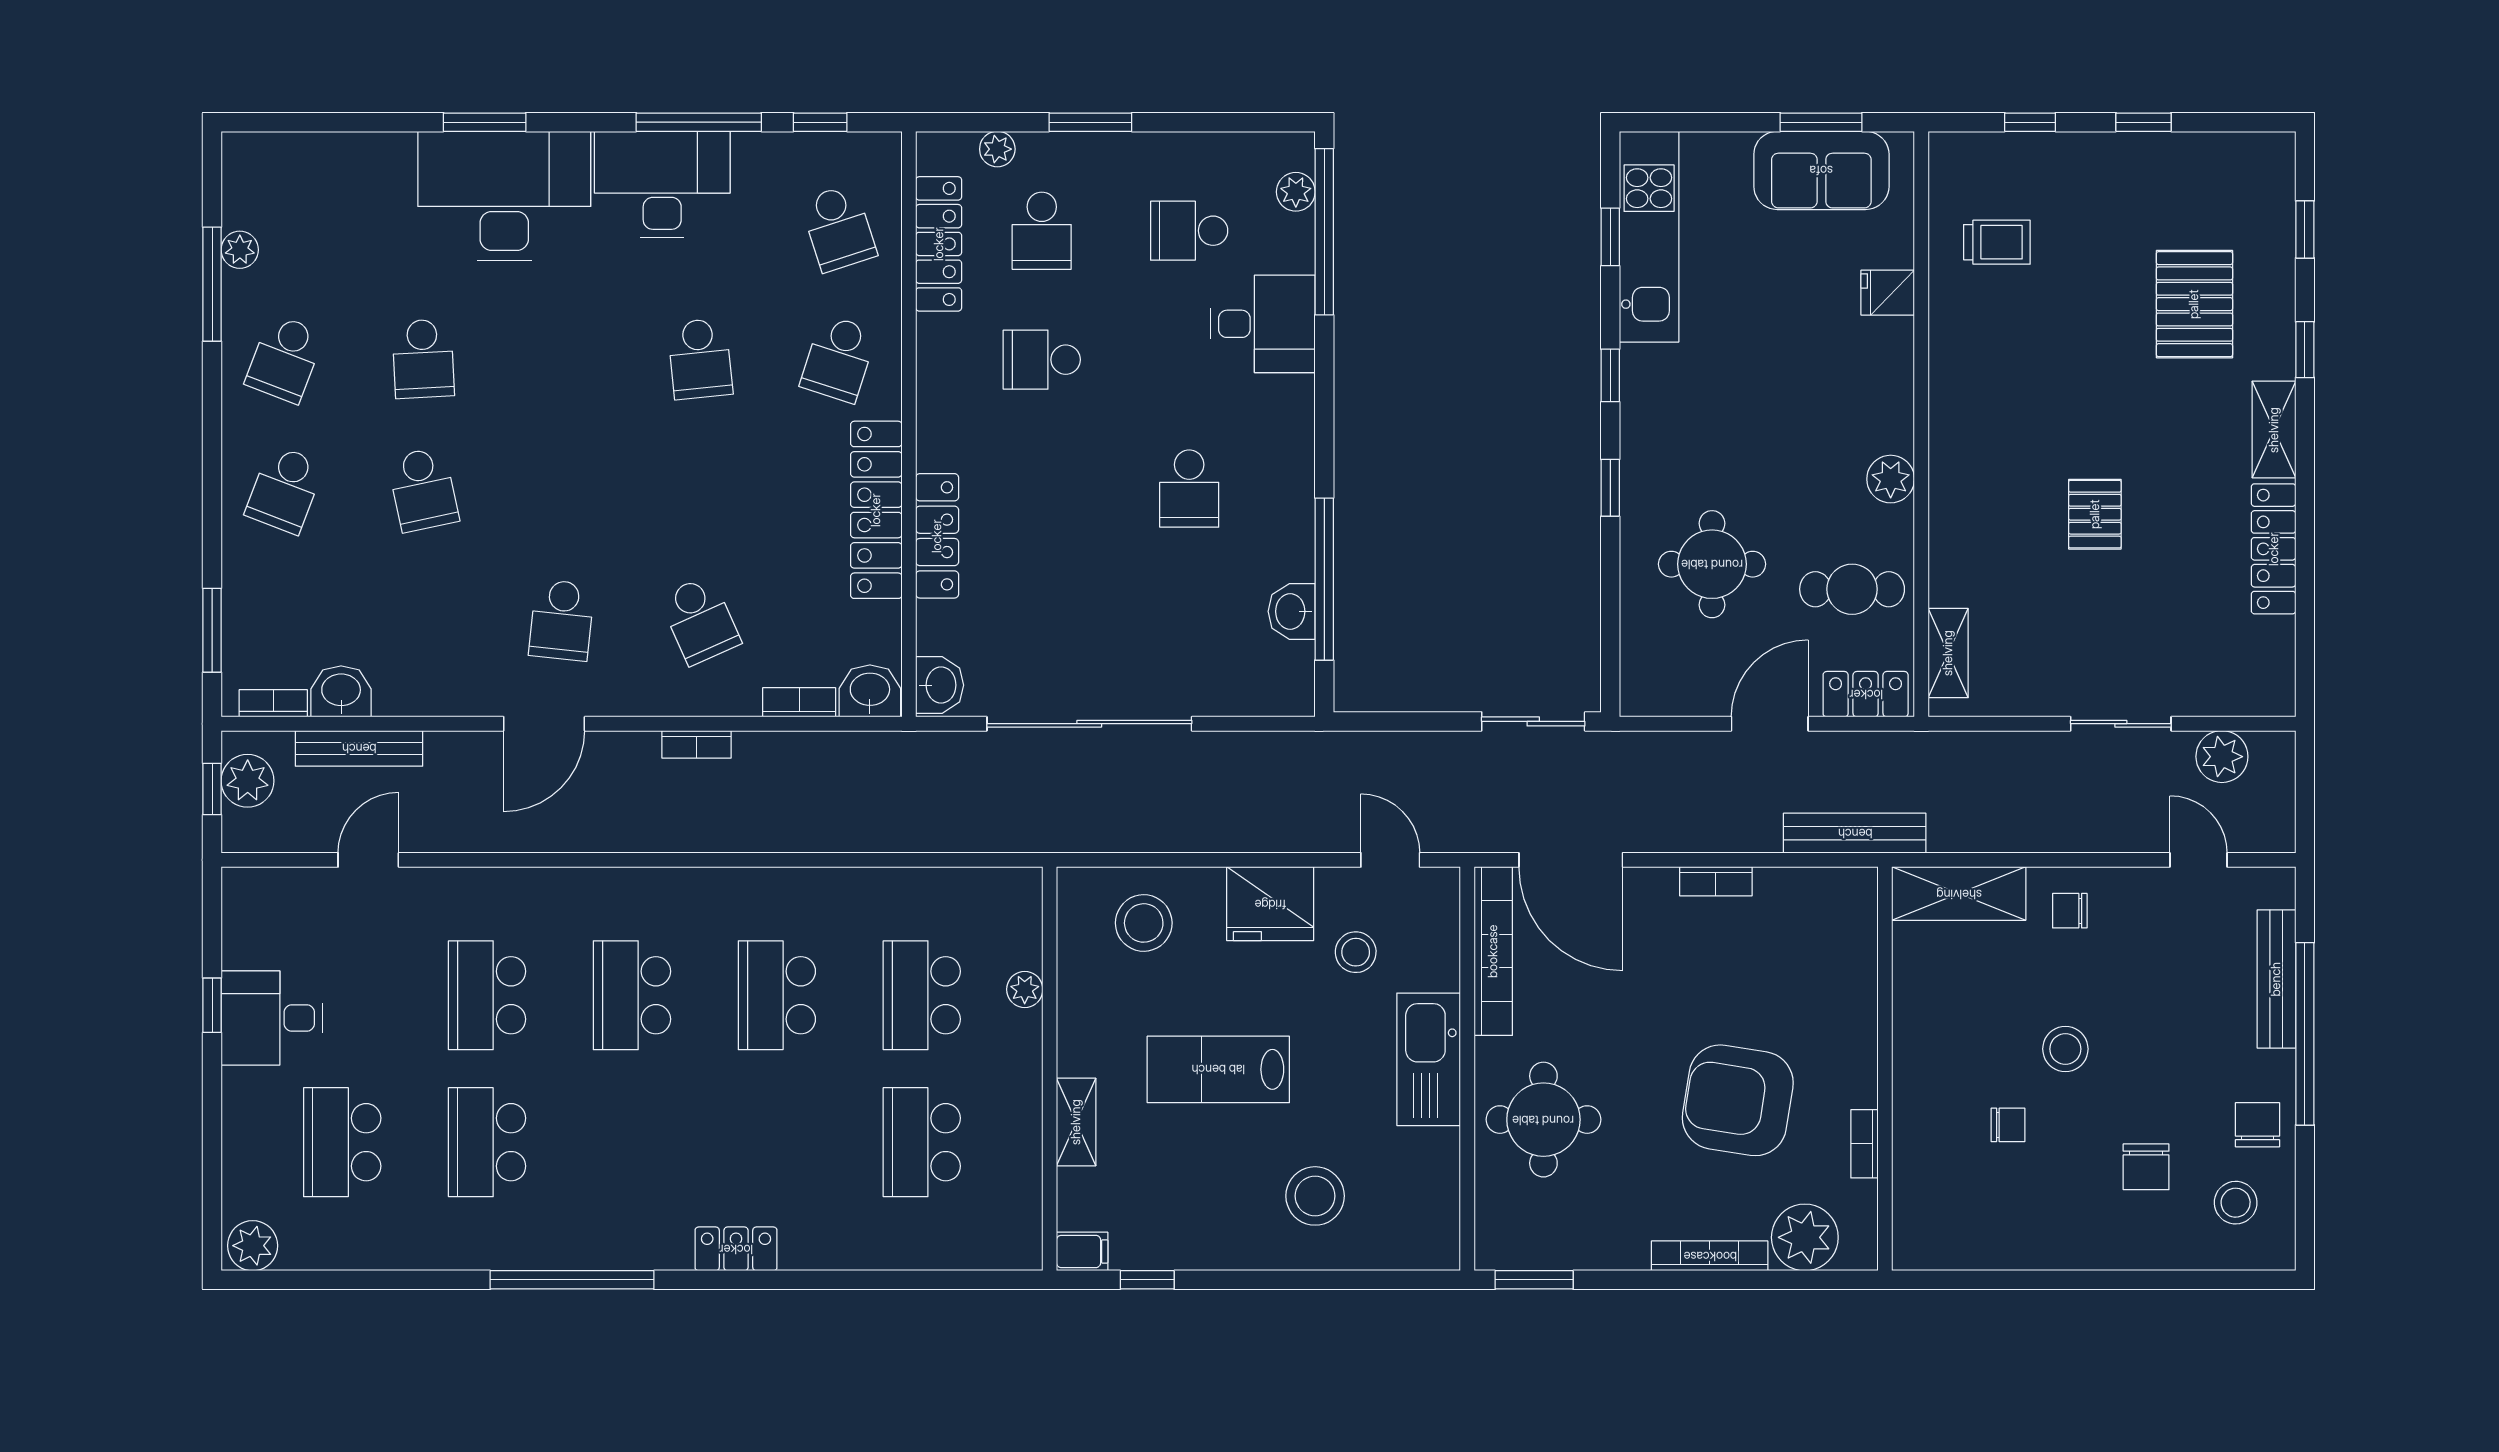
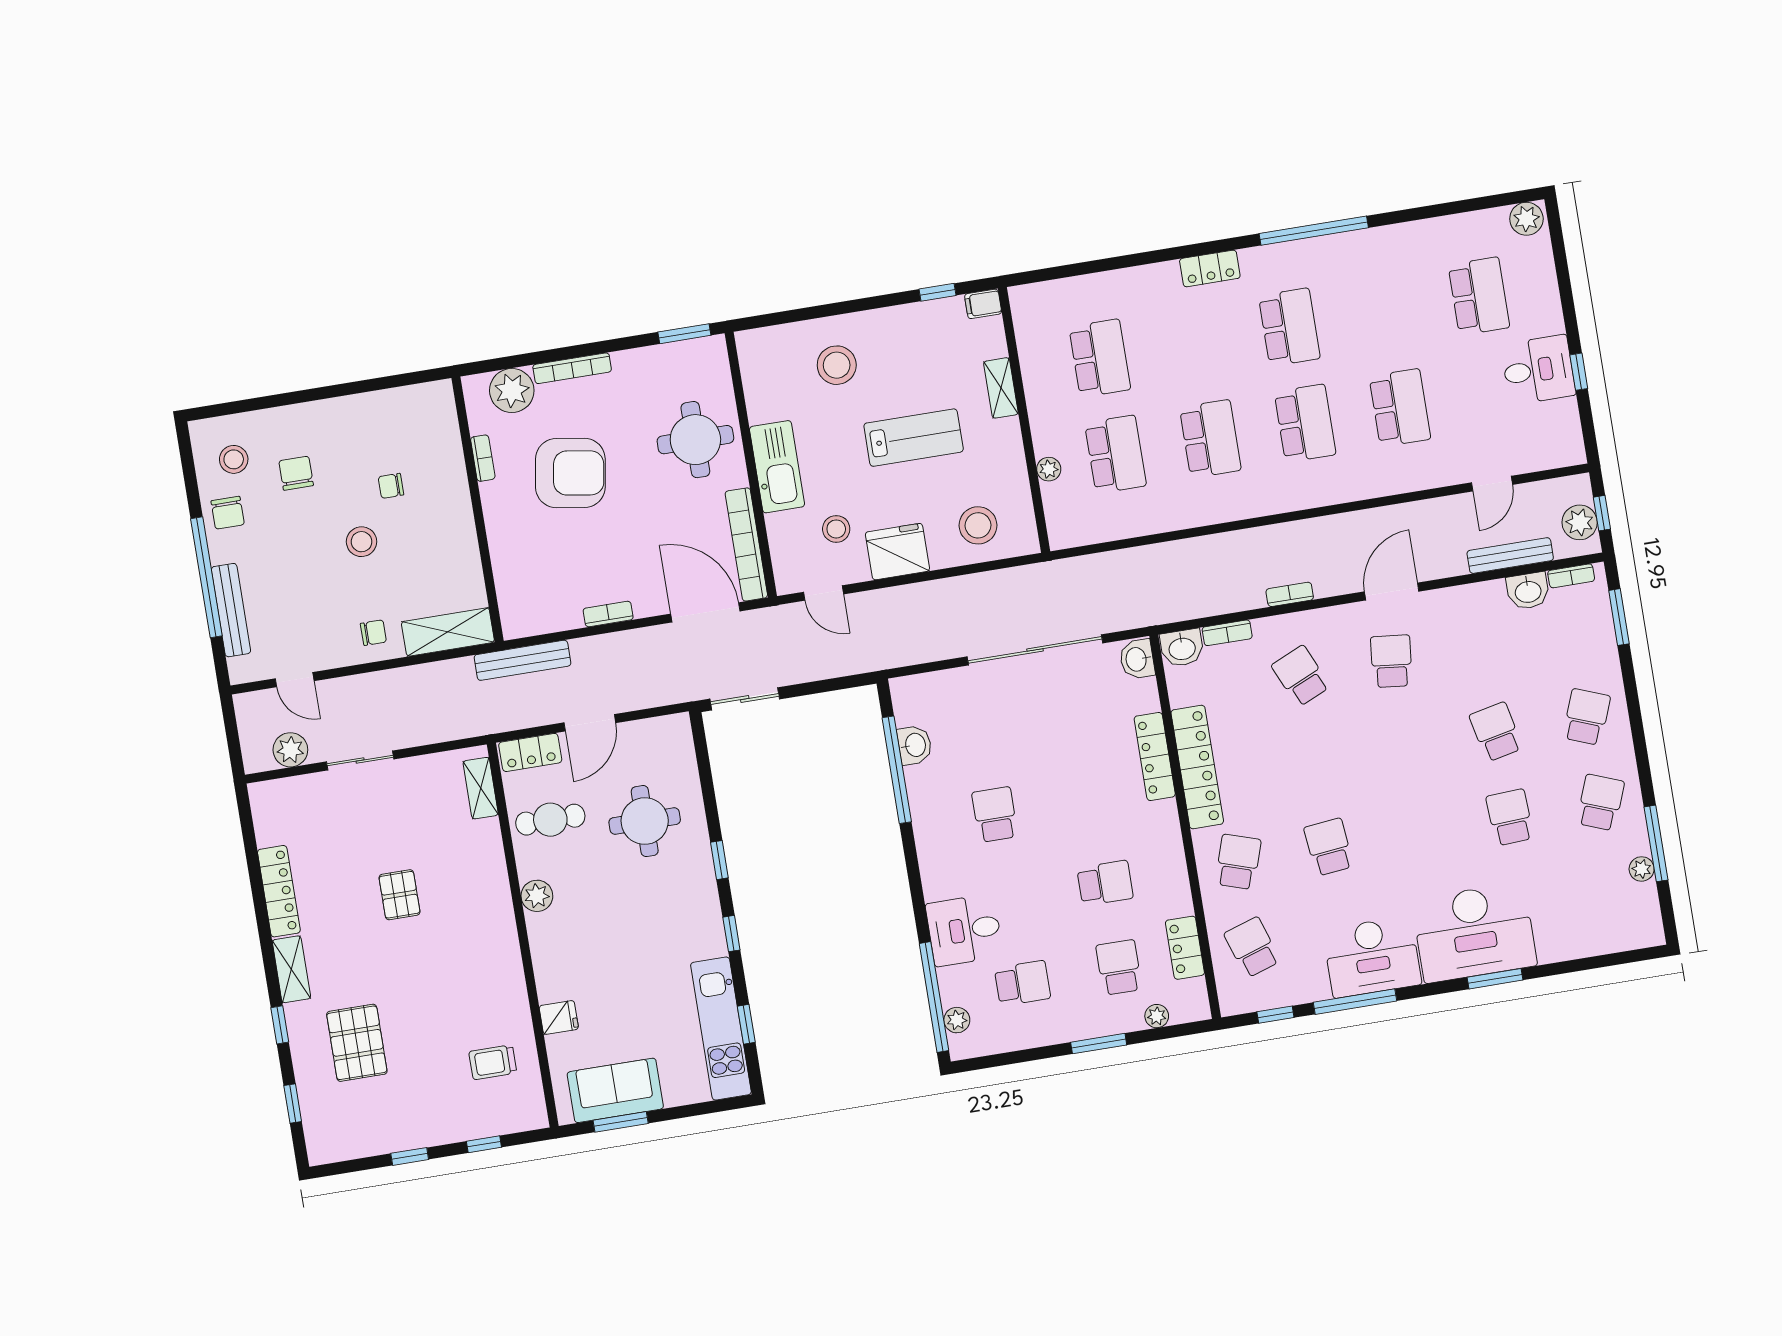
locker: (939, 244) -> (1185, 948), width x0.66
school desk: (487, 1142) -> (1289, 327), moved

